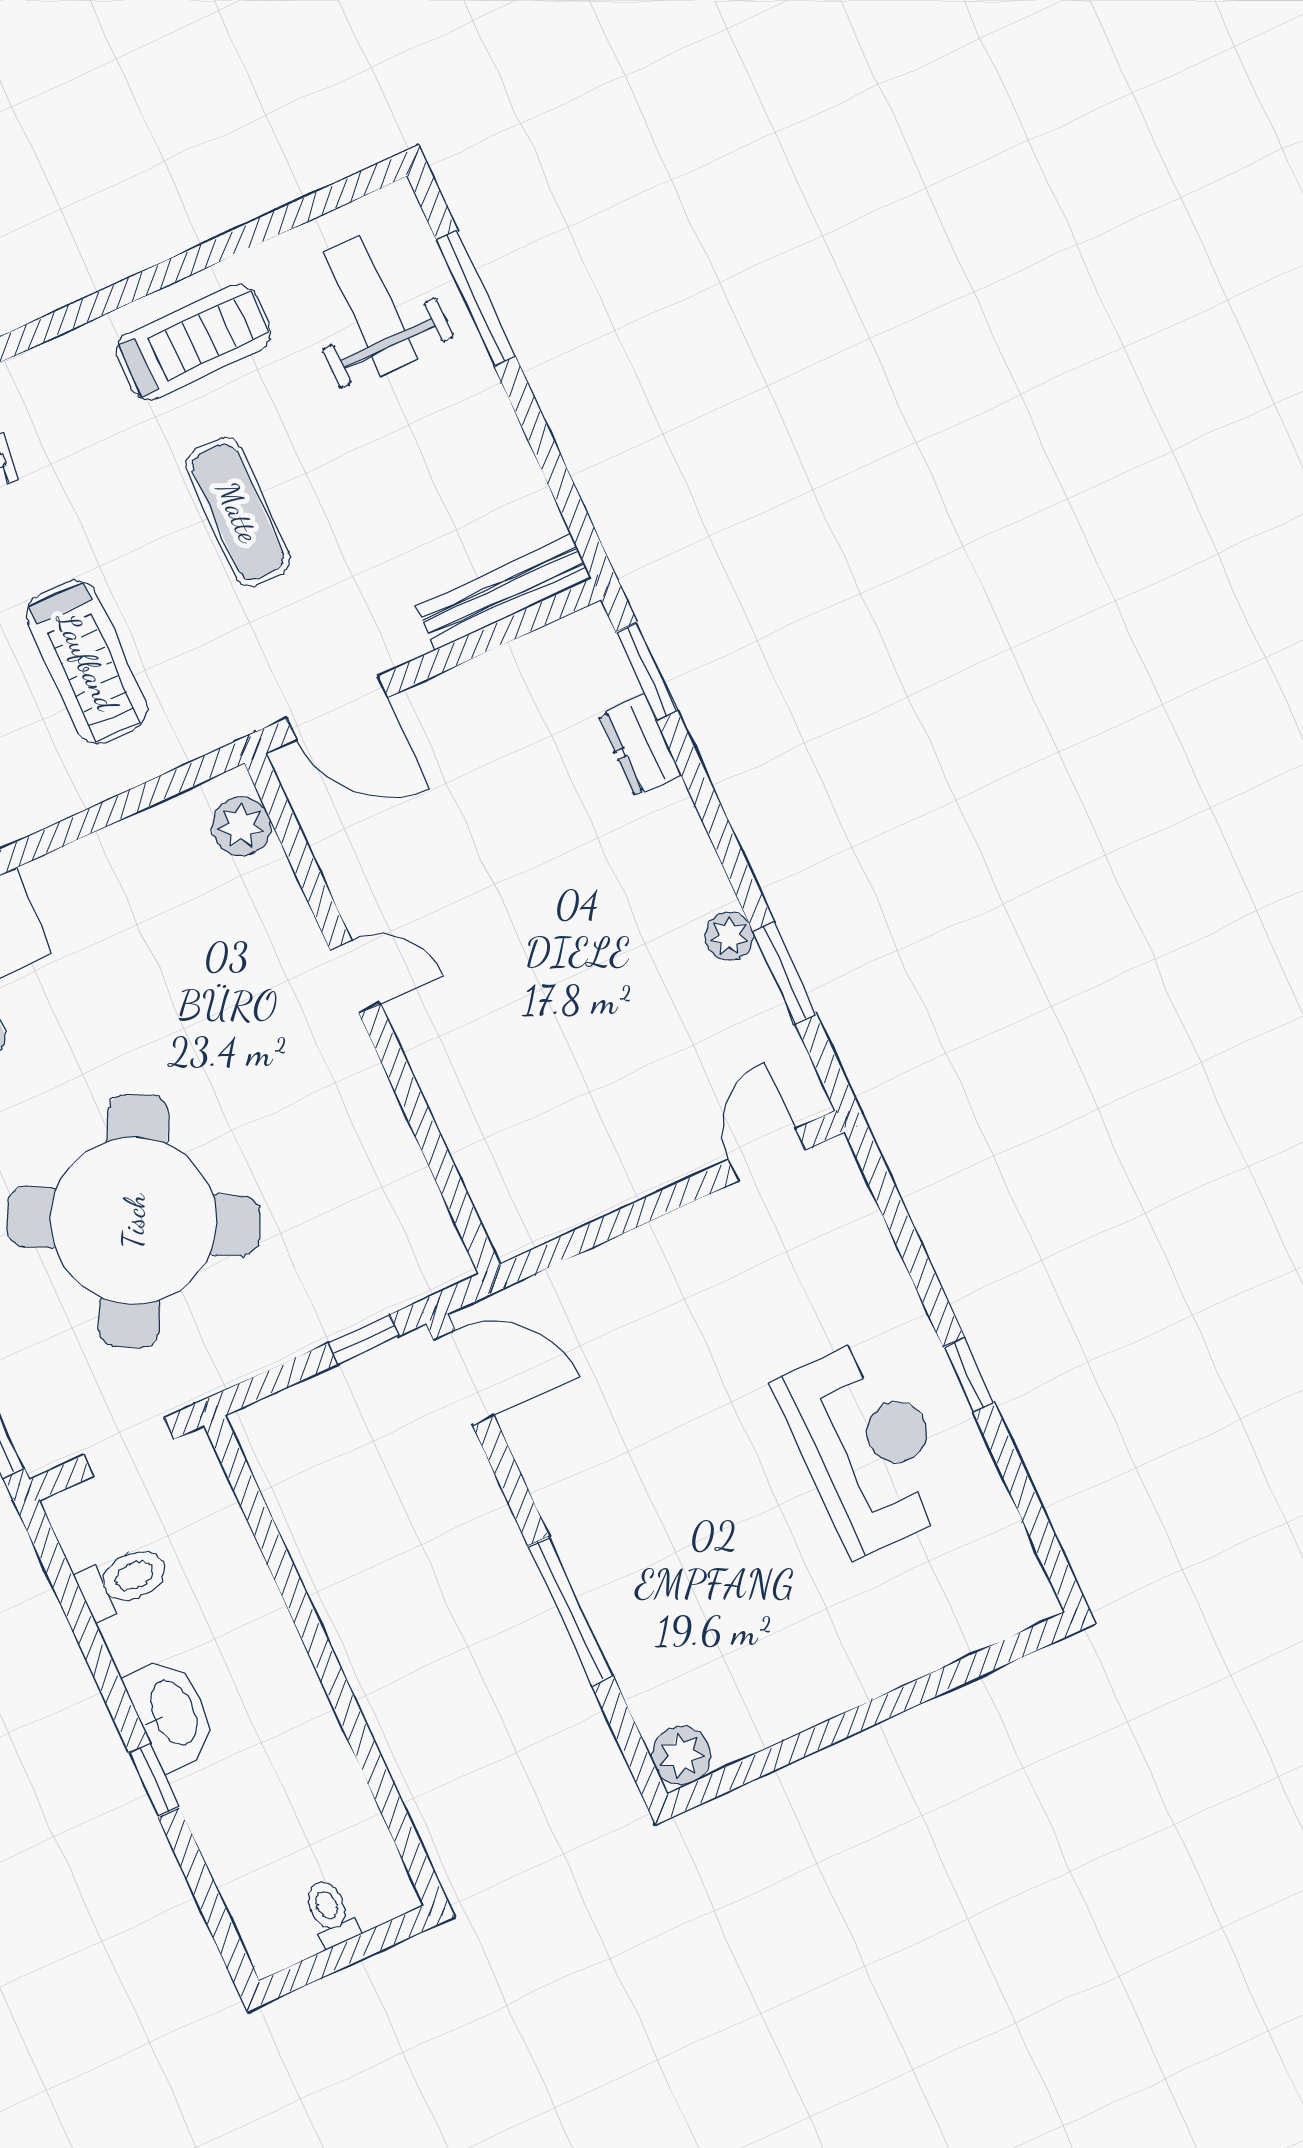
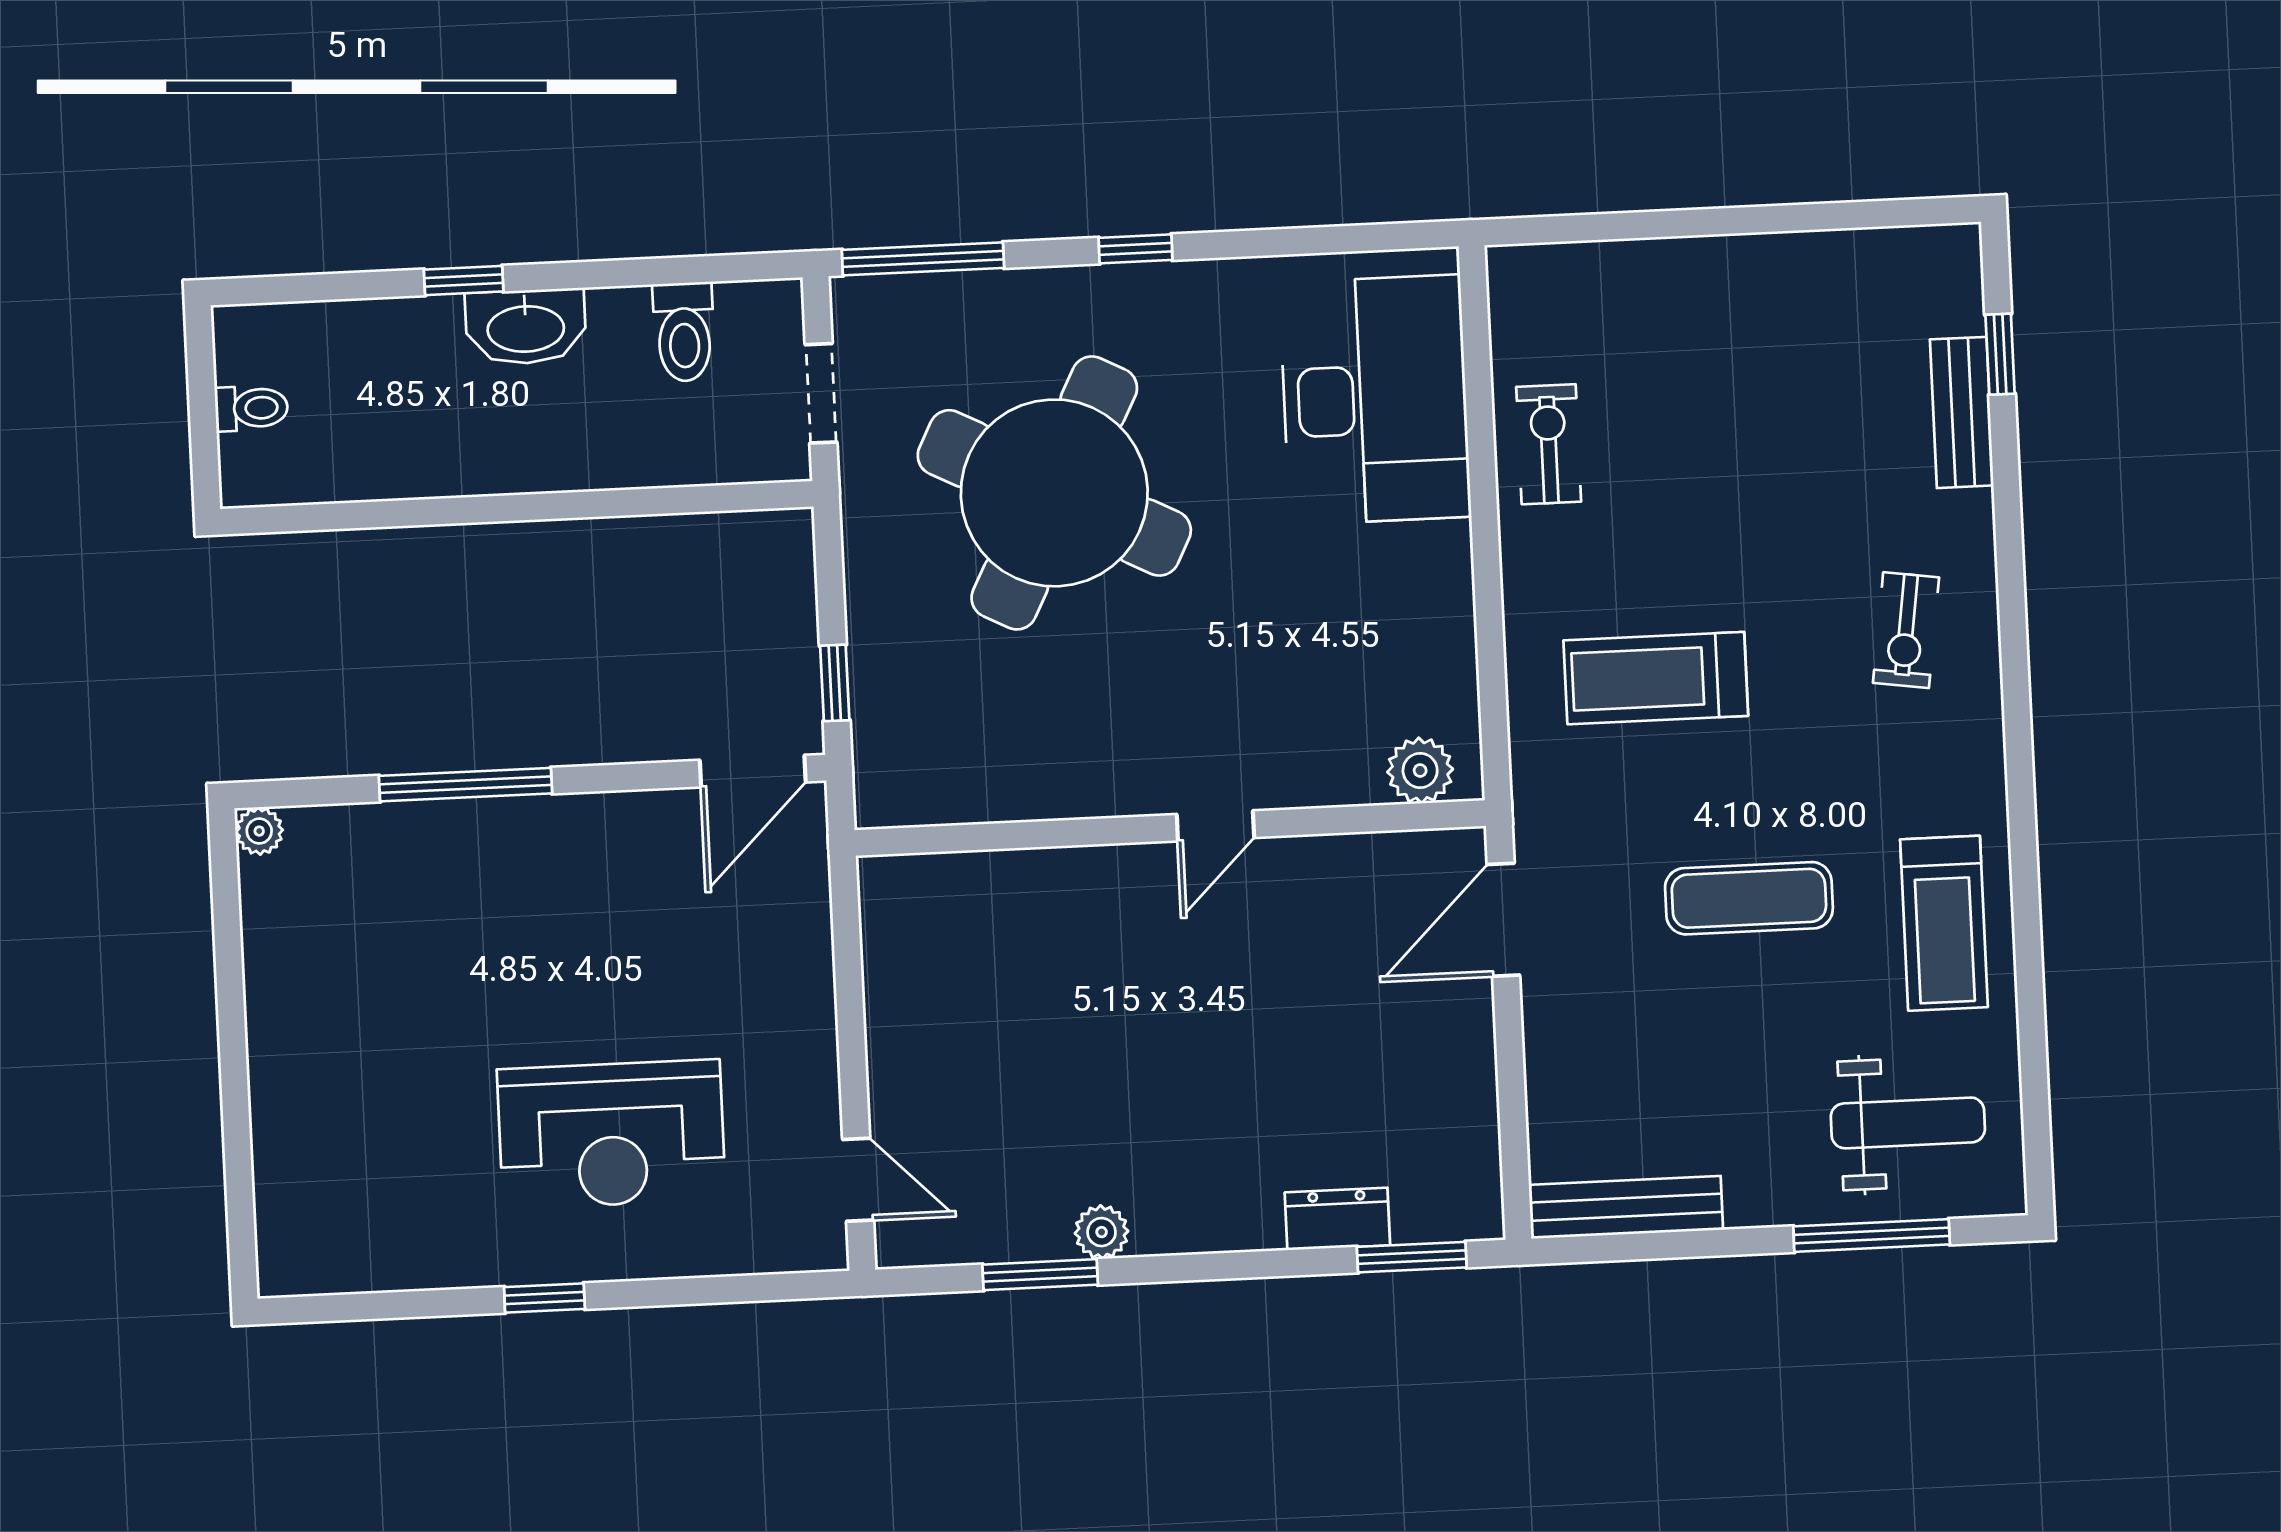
bench: (504, 592) -> (1626, 1207), moved, turned 90
reception desk: (867, 1446) -> (611, 1134), moved
plant: (681, 1756) -> (259, 831), width x0.73, depth x0.73

